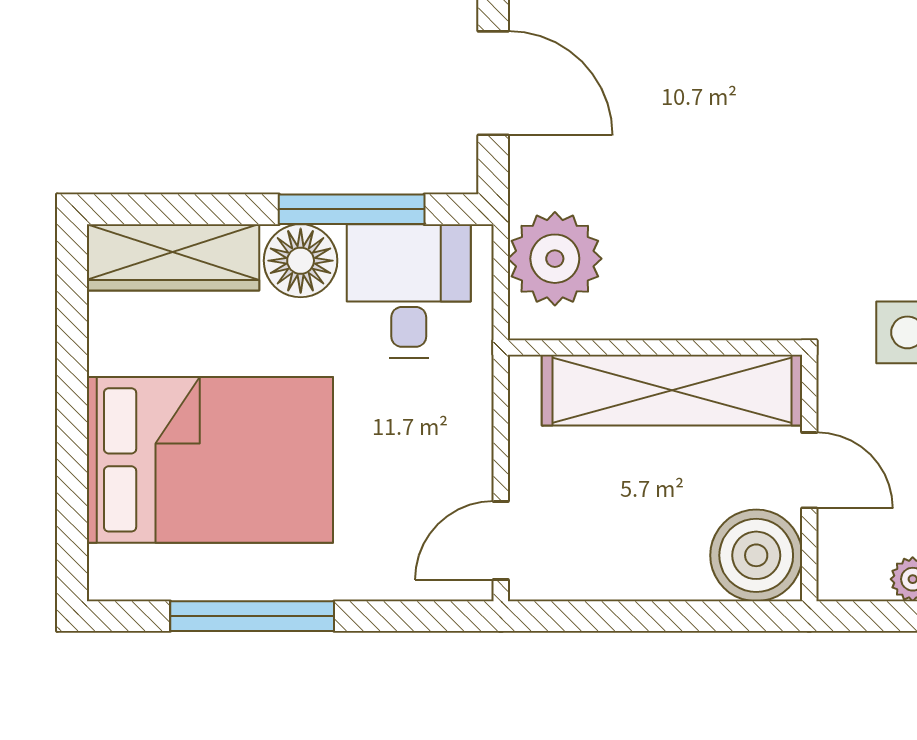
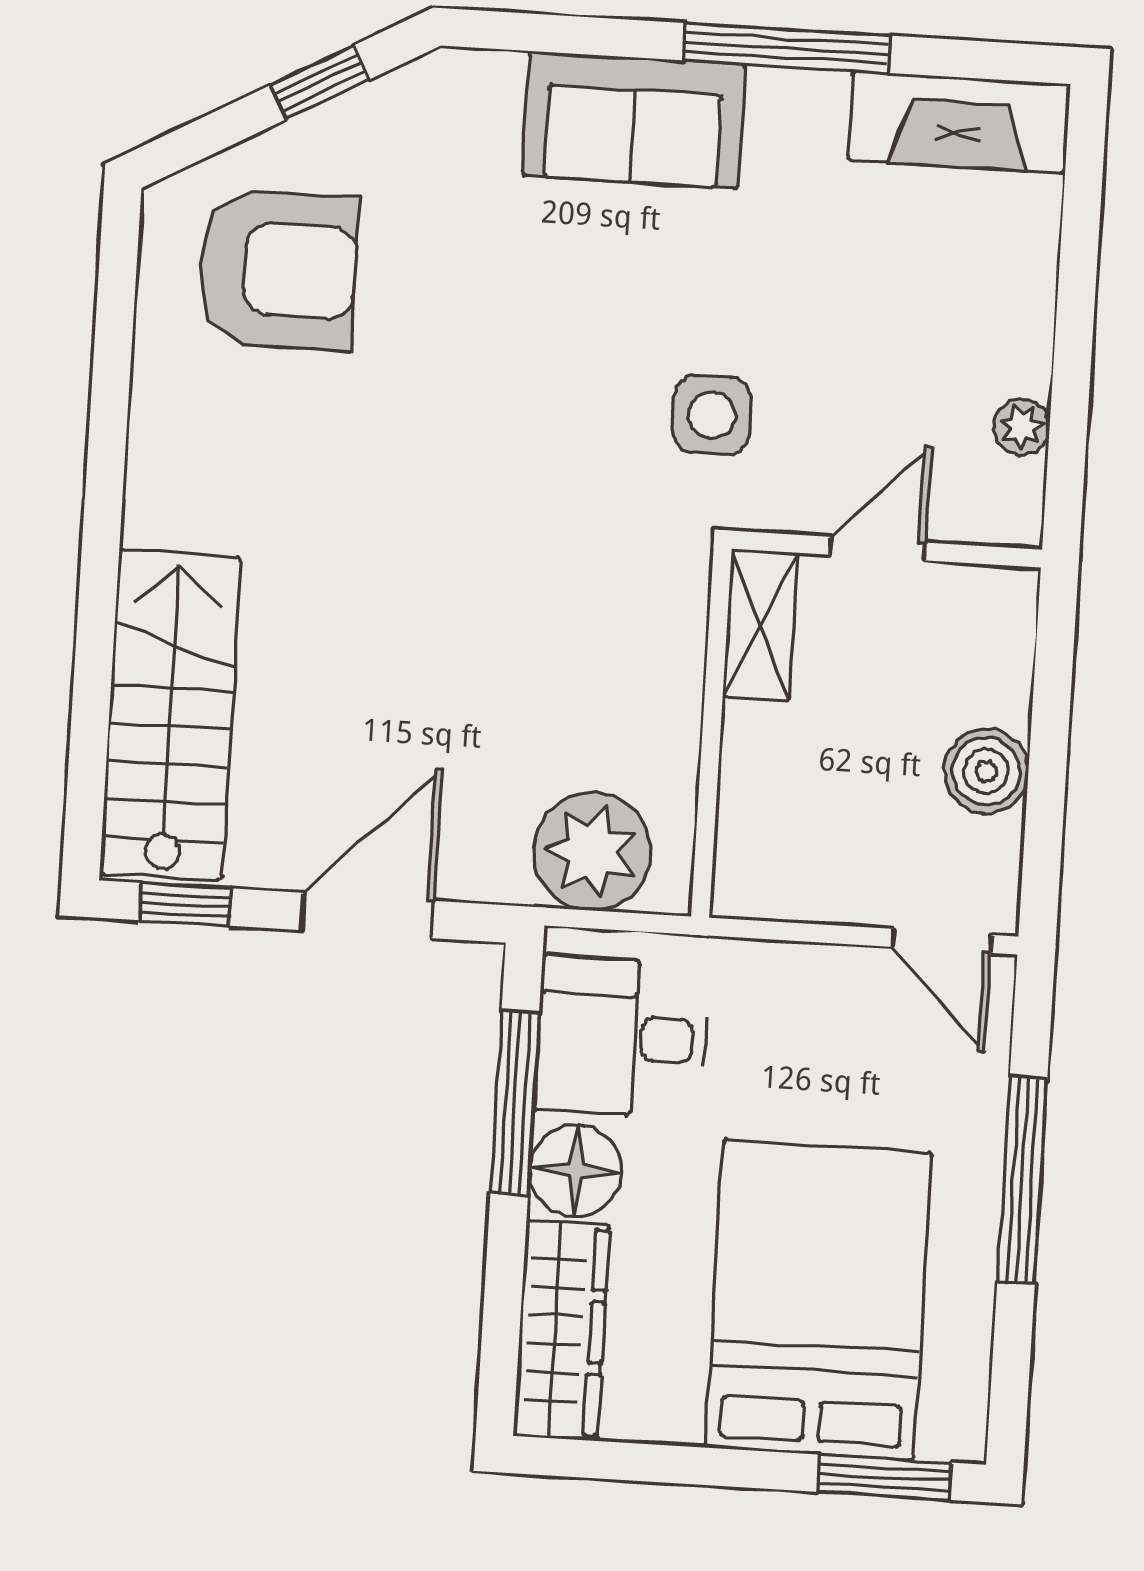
shelving: (672, 390) -> (760, 625), width x0.45, depth x0.75
window: (72, 521) -> (885, 1477), added
boiler: (756, 555) -> (986, 771), moved, width x0.73, depth x0.73
window: (252, 616) -> (1022, 1180), moved

